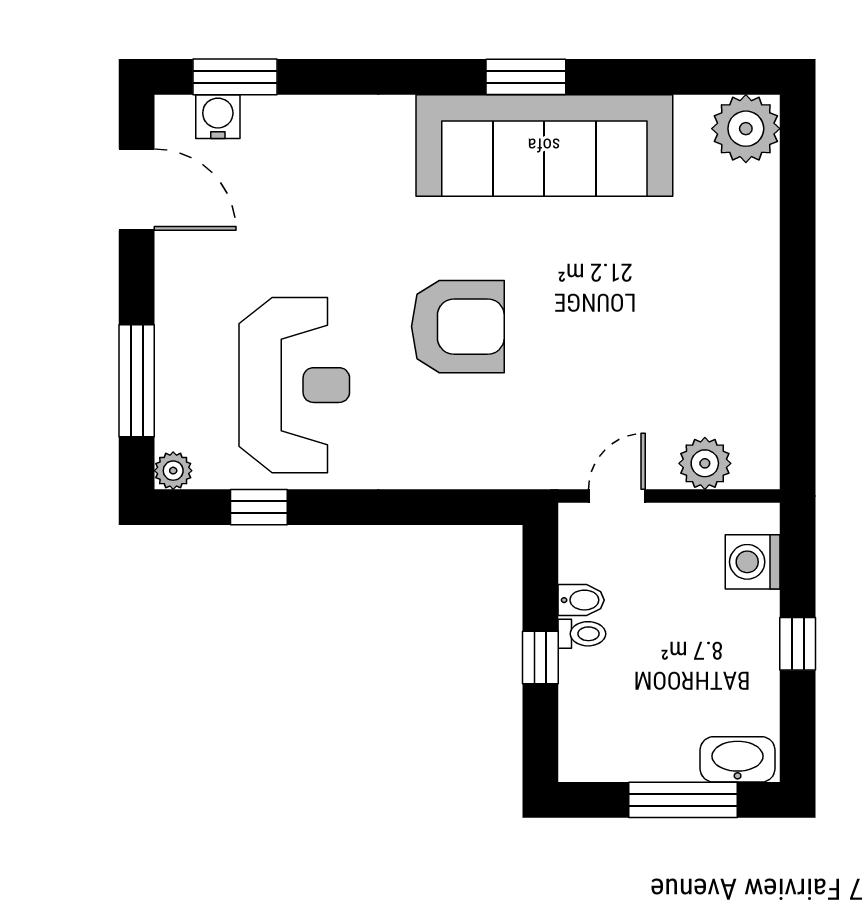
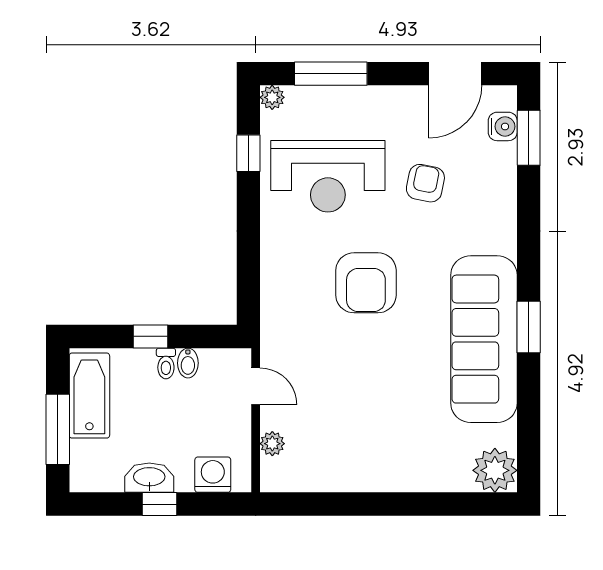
armchair: (305, 235) -> (425, 183), added
plant: (705, 463) -> (272, 444), width x0.73, depth x0.73
bathtub: (631, 751) -> (89, 396), added
washbasin: (738, 759) -> (149, 478), moved, turned -90

